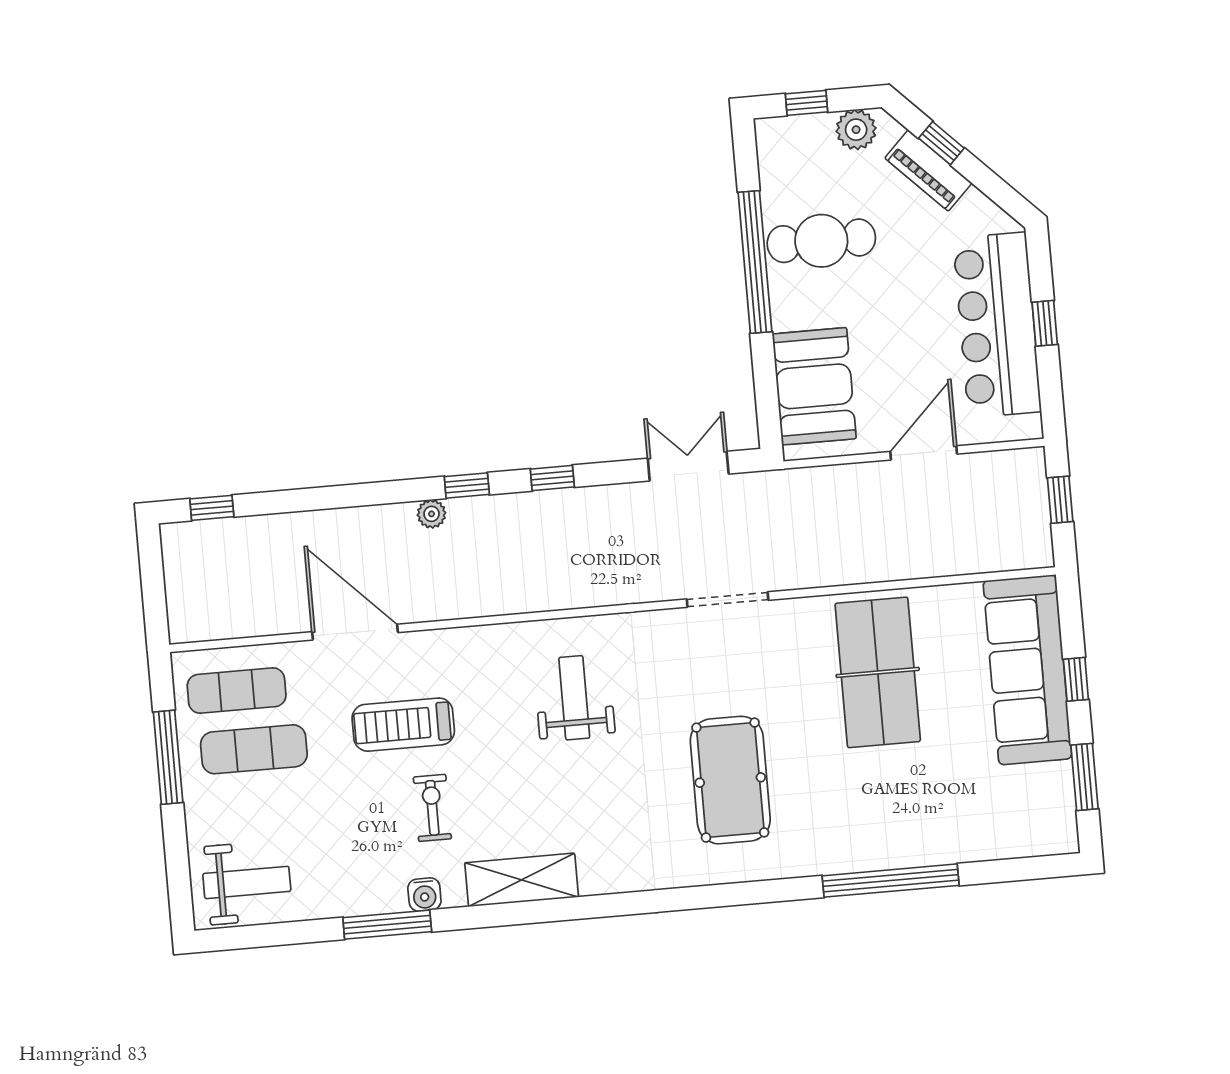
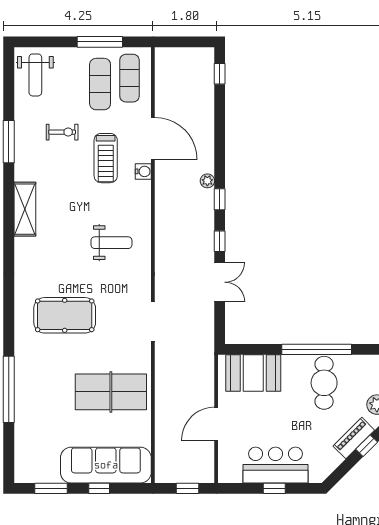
bar counter: (997, 325) -> (276, 465), width x0.73
door: (924, 453) -> (216, 424), swing flipped
double door: (688, 466) -> (220, 282), moved
door: (355, 632) -> (153, 138), hinge flipped
treadmill: (403, 725) -> (106, 158), turned 180
exercise bike: (432, 808) -> (62, 132), moved
water cooler: (424, 894) -> (143, 171), moved, turned 180

